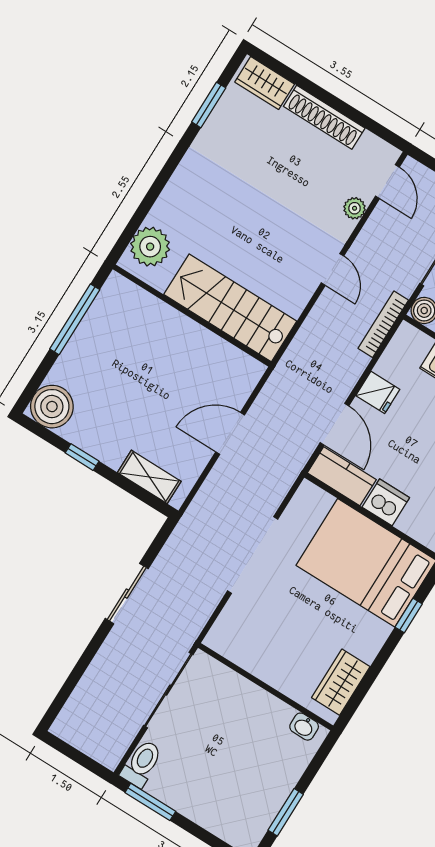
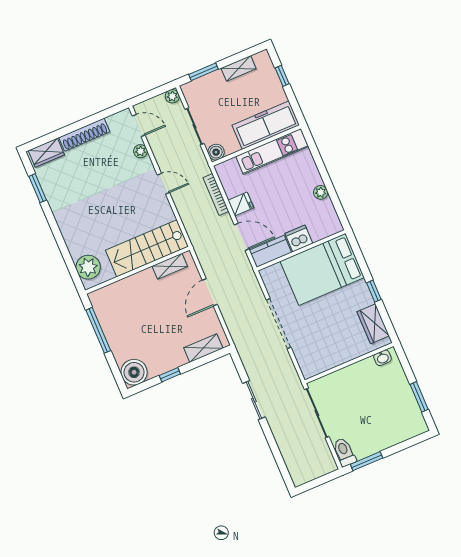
bookcase: (383, 324) -> (216, 195), moved
shelving: (228, 355) -> (170, 266), added
window: (409, 616) -> (374, 291), moved

